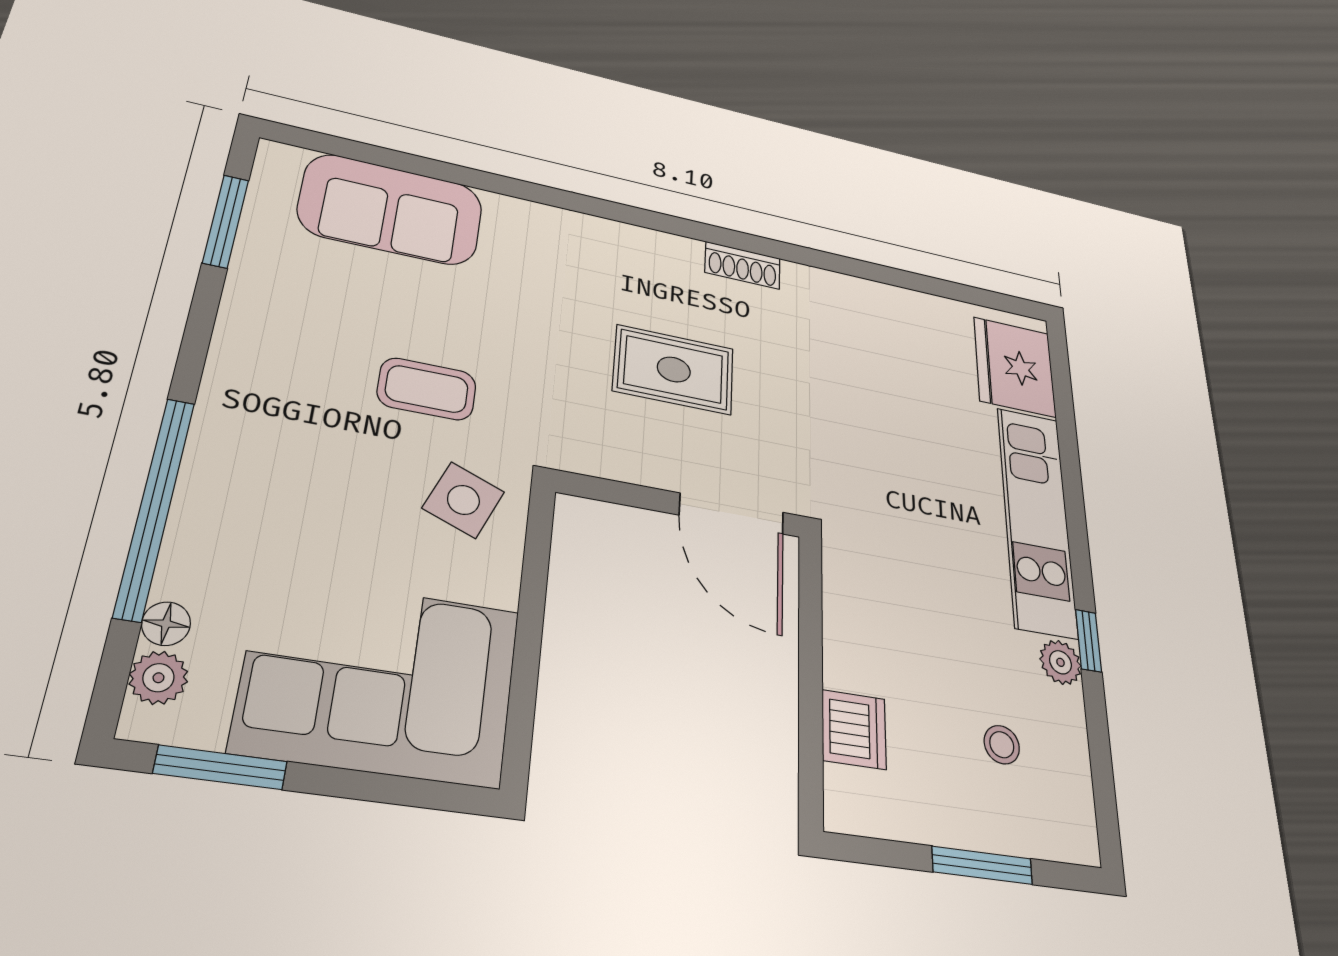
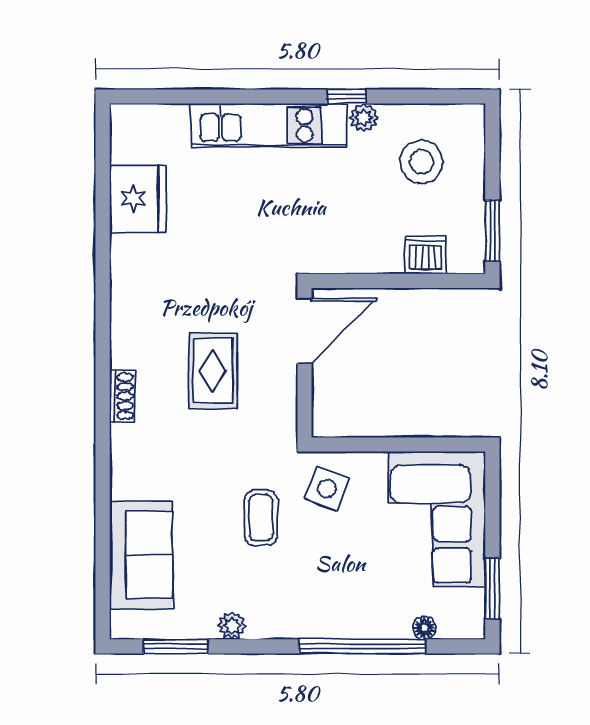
shoe rack: (743, 265) -> (122, 396), moved
fridge: (1015, 367) -> (138, 199), moved, turned -90
plant: (158, 678) -> (232, 626), moved
stool: (1002, 745) -> (421, 162), width x1.89, depth x1.89
window: (982, 865) -> (492, 231), moved

